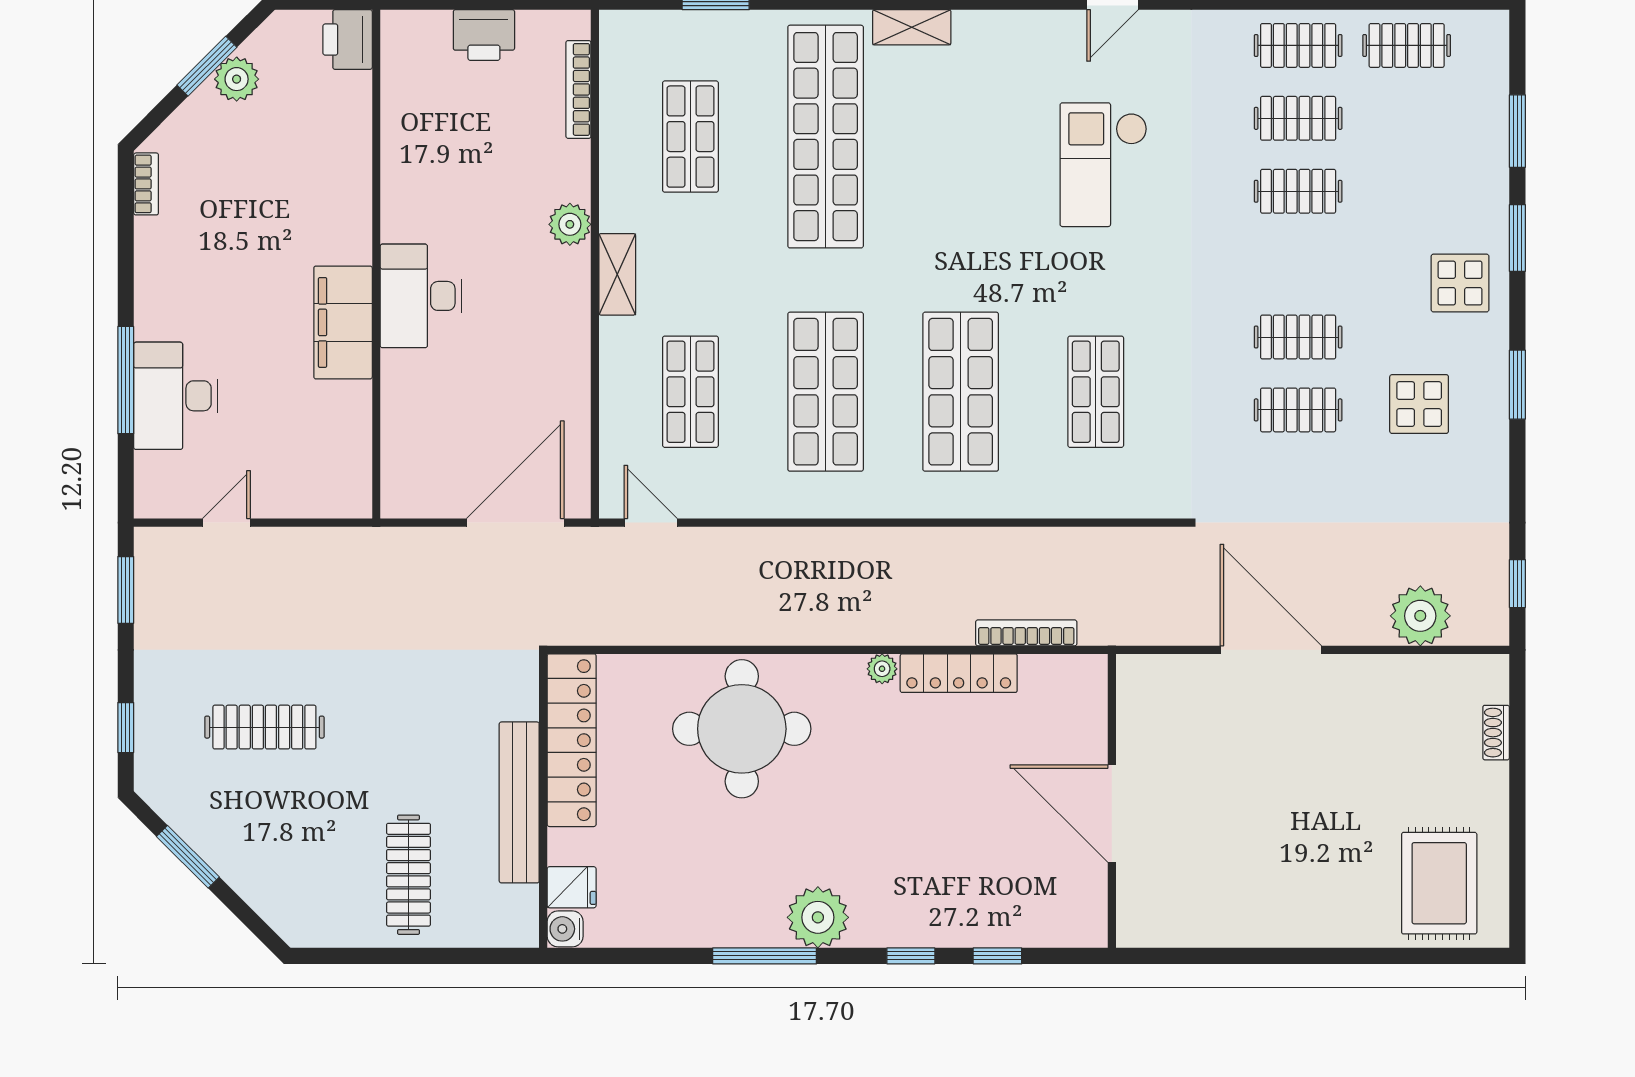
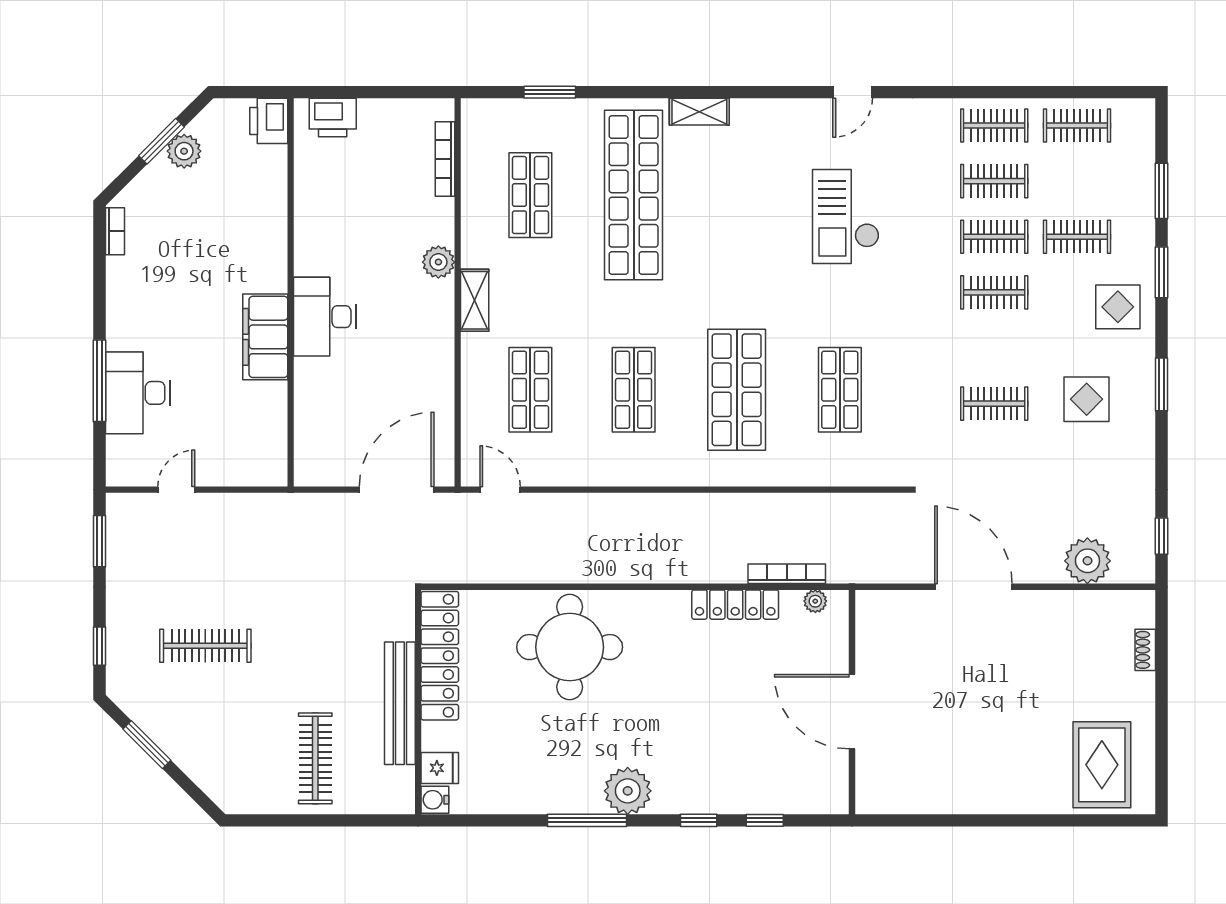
printer: (484, 35) -> (333, 118), moved
clothes rail: (1407, 191) -> (1077, 237), added
clothes rail: (1298, 337) -> (994, 292), moved
shop shelf: (826, 392) -> (634, 390), width x0.70, depth x0.74
plant: (882, 669) -> (815, 601), moved

